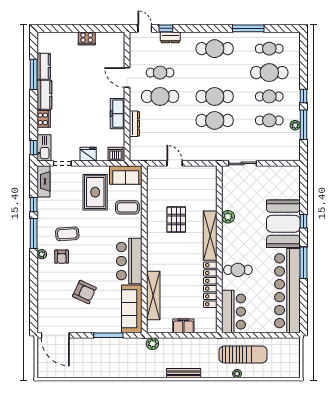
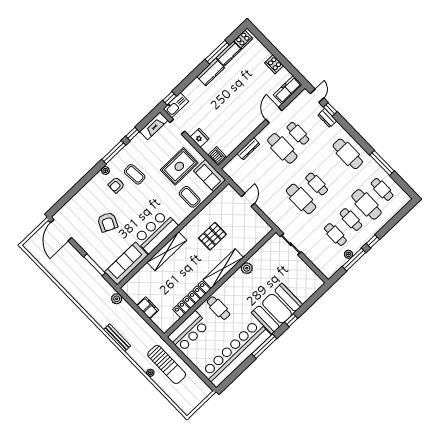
cafe table: (215, 96) -> (317, 184), width x0.73, depth x0.74
freezer: (118, 114) -> (288, 90), moved
cooker: (44, 119) -> (243, 40), moved
shelving: (153, 295) -> (167, 251), moved

